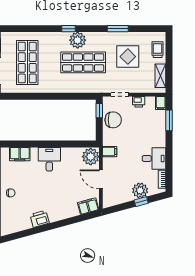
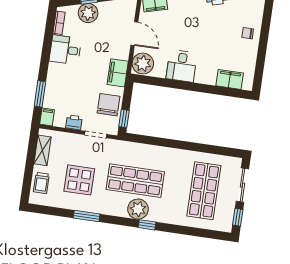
chair: (113, 120) -> (109, 105), turned 90
filing cabinet: (110, 152) -> (118, 73), width x2.00
desk: (49, 159) -> (182, 66), moved

